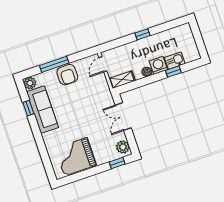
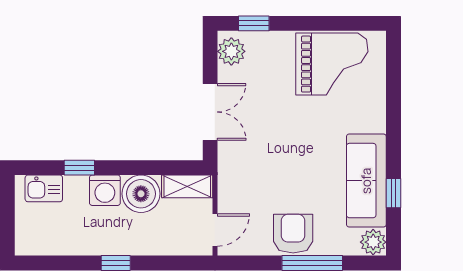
kitchen sink: (175, 61) -> (44, 188), moved
boiler: (147, 72) -> (141, 194), width x1.86, depth x1.86

